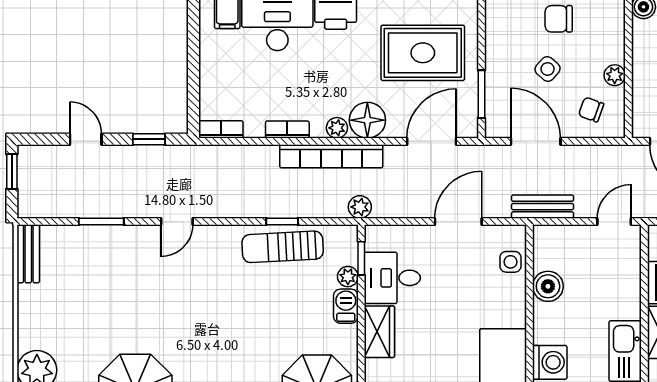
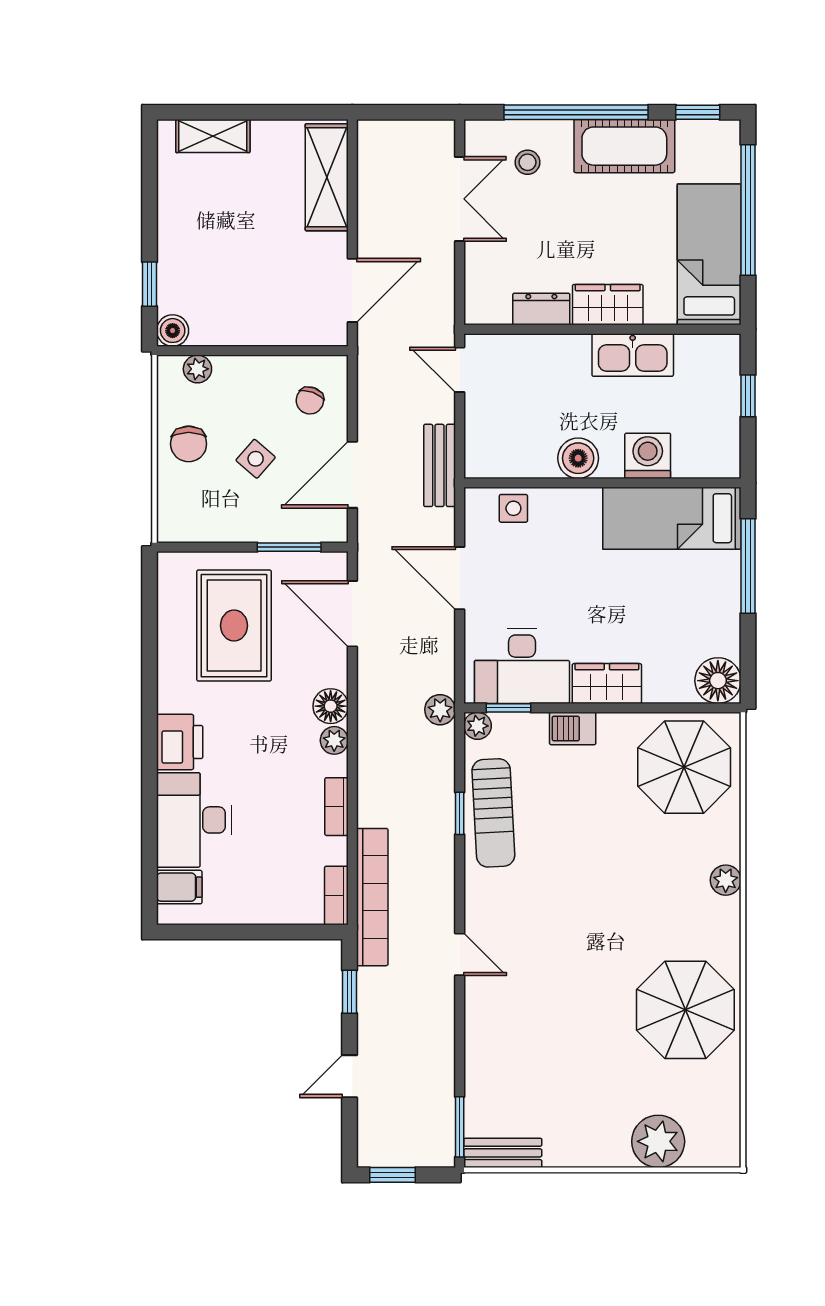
plant: (615, 75) -> (197, 369), moved
floor lamp: (367, 120) -> (331, 706), width x0.73, depth x0.73
bookcase: (331, 156) -> (372, 897), moved
window: (101, 222) -> (460, 1127), moved
plant: (348, 277) -> (478, 726), moved
desk: (392, 278) -> (522, 666), width x1.37
boiler: (548, 286) -> (578, 458), moved

